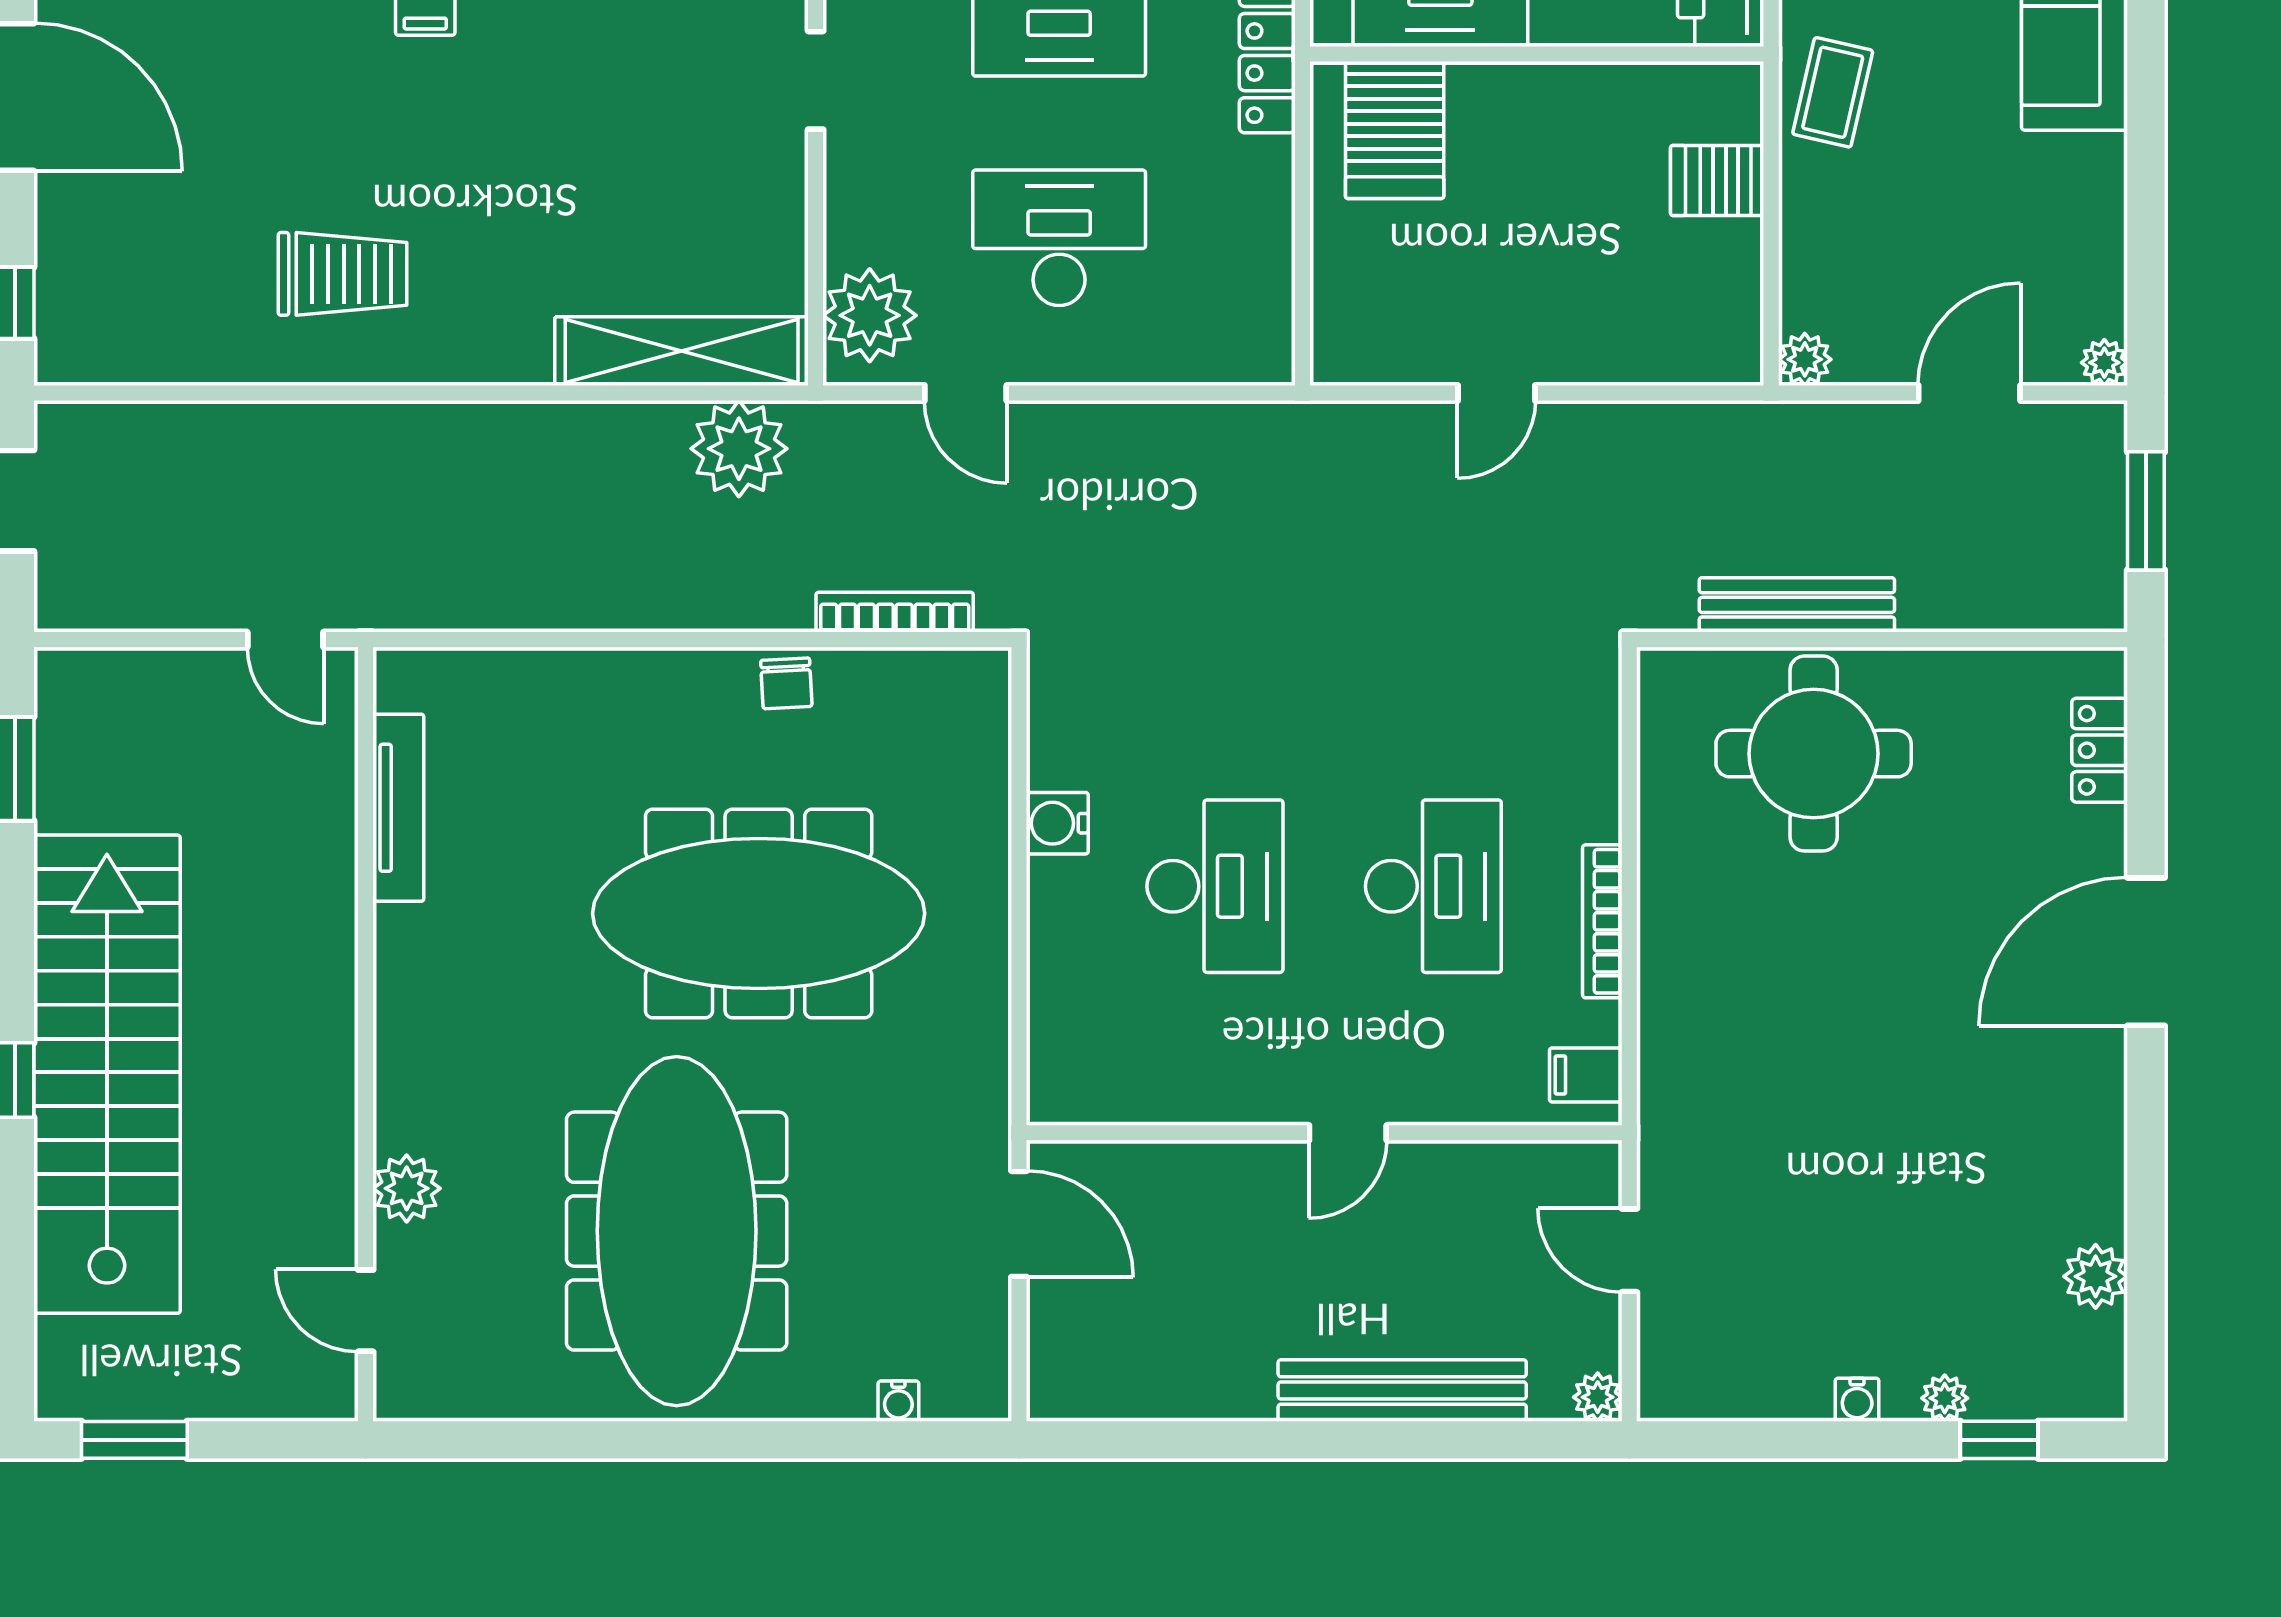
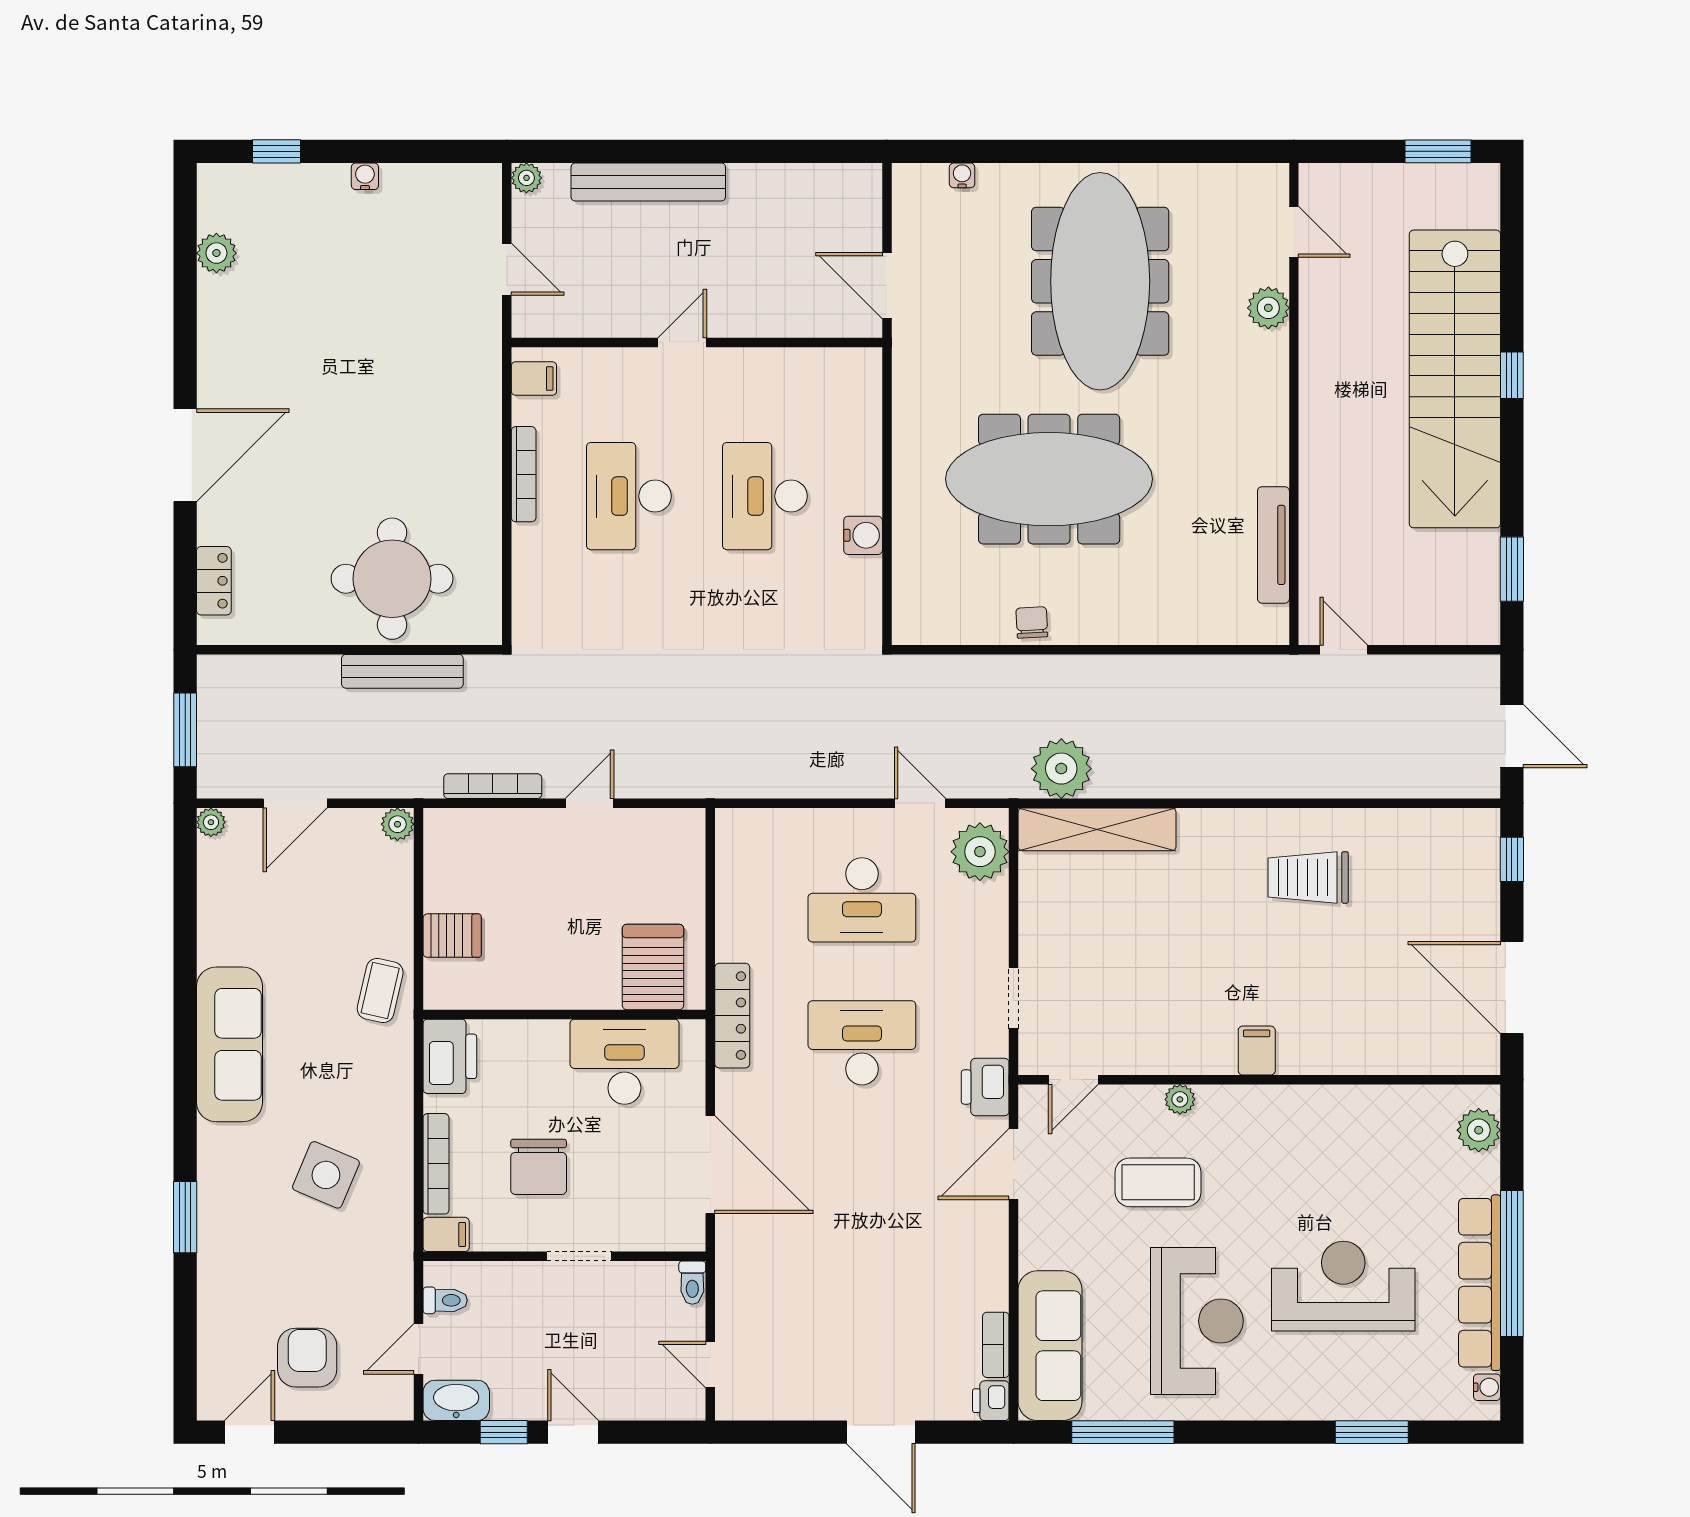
bookcase: (895, 612) -> (493, 786), moved, turned 180
plant: (1945, 1398) -> (310, 177), removed

